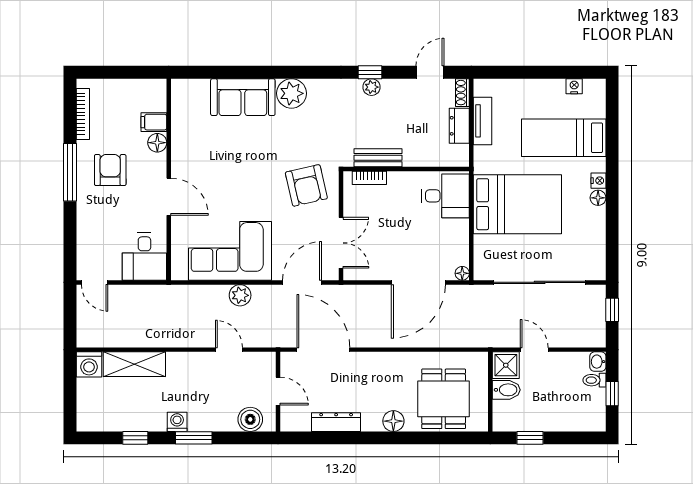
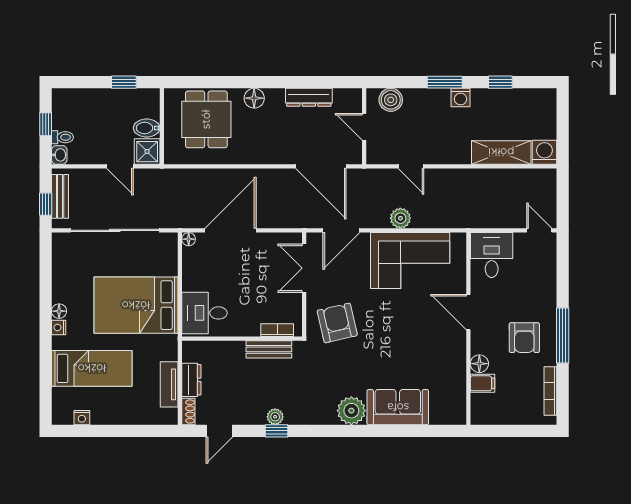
bench: (597, 318) -> (60, 196), added

